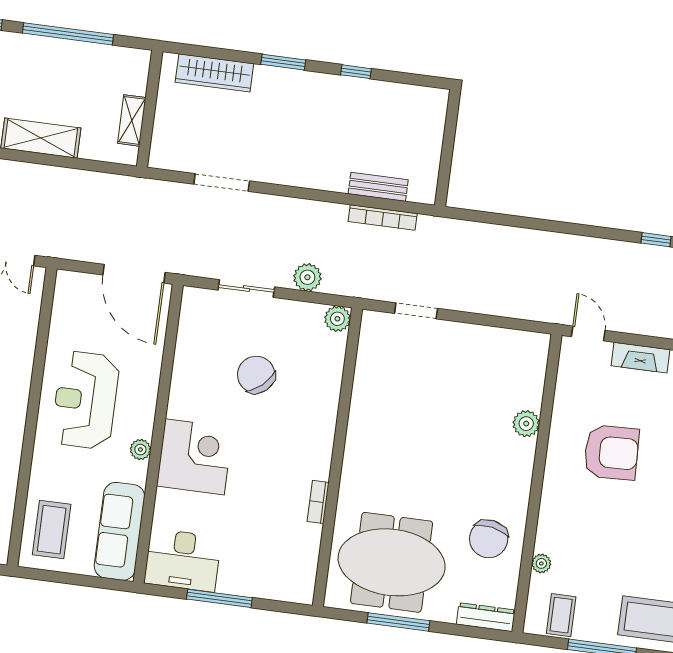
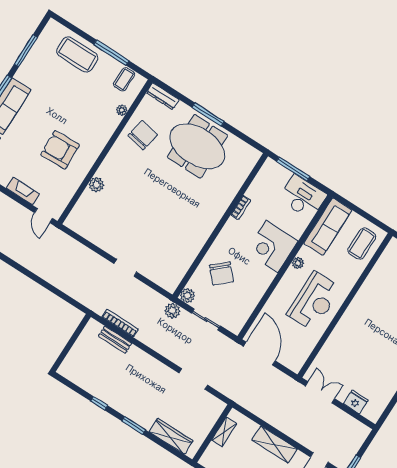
plant: (337, 319) -> (187, 296), moved
wall: (337, 457) -> (220, 225), moved
bookcase: (318, 502) -> (241, 207), moved

